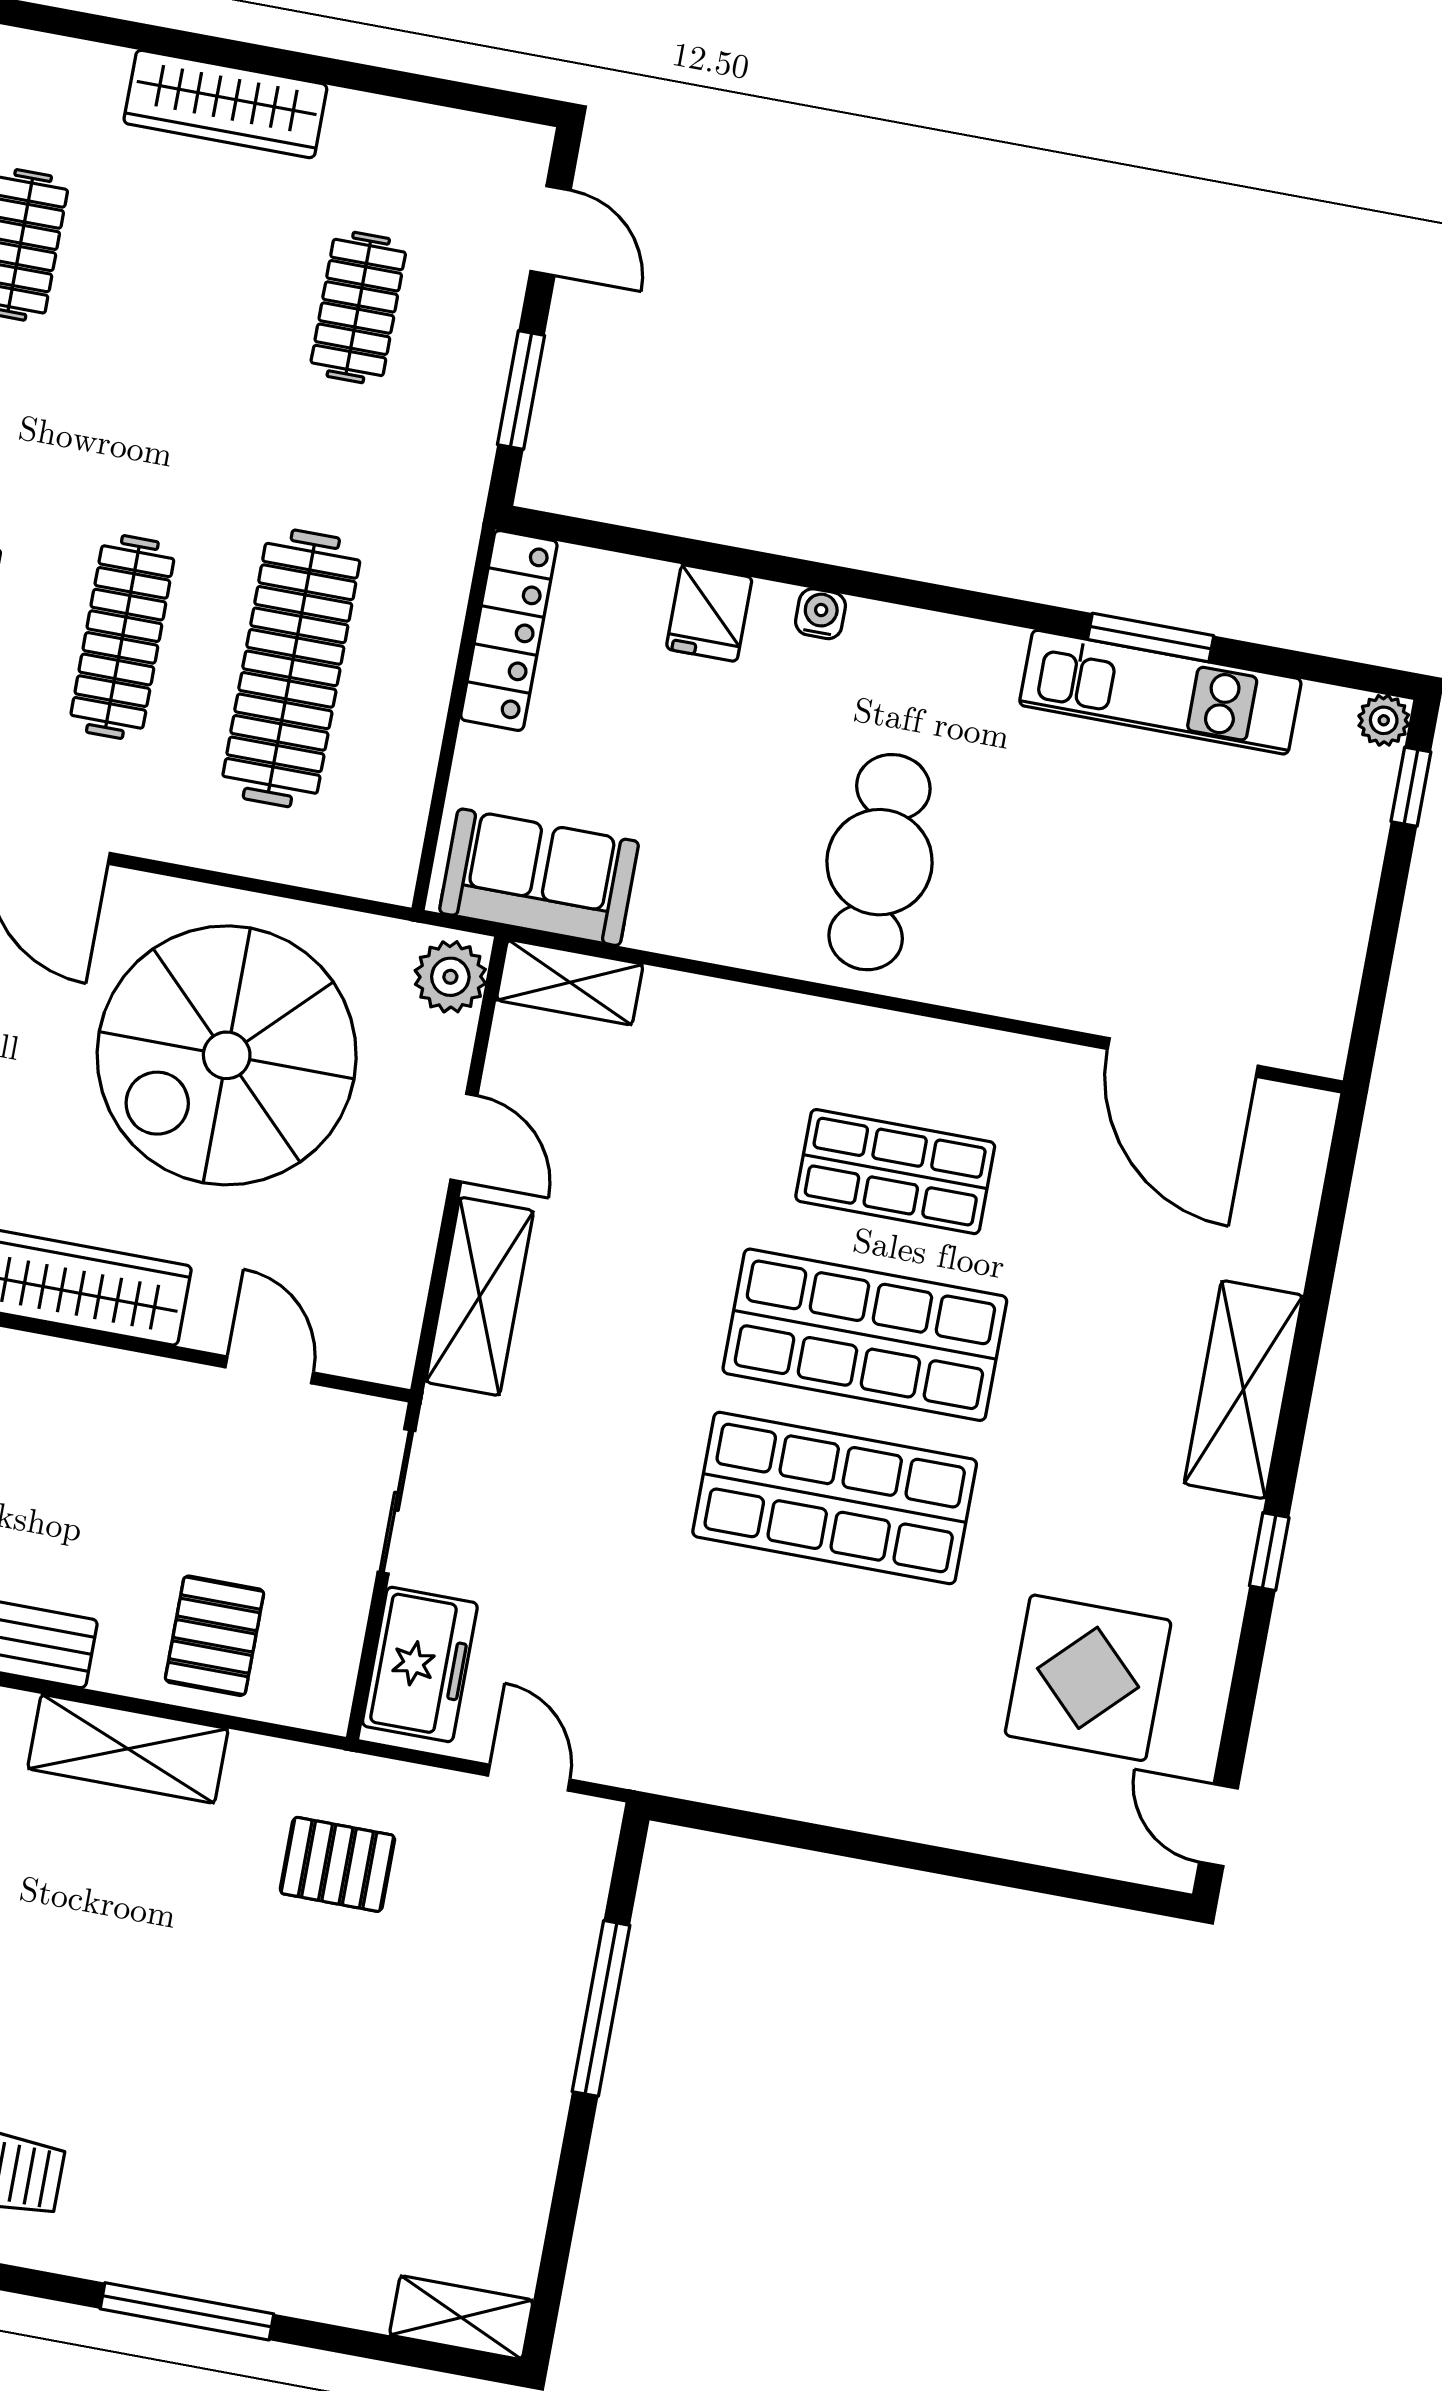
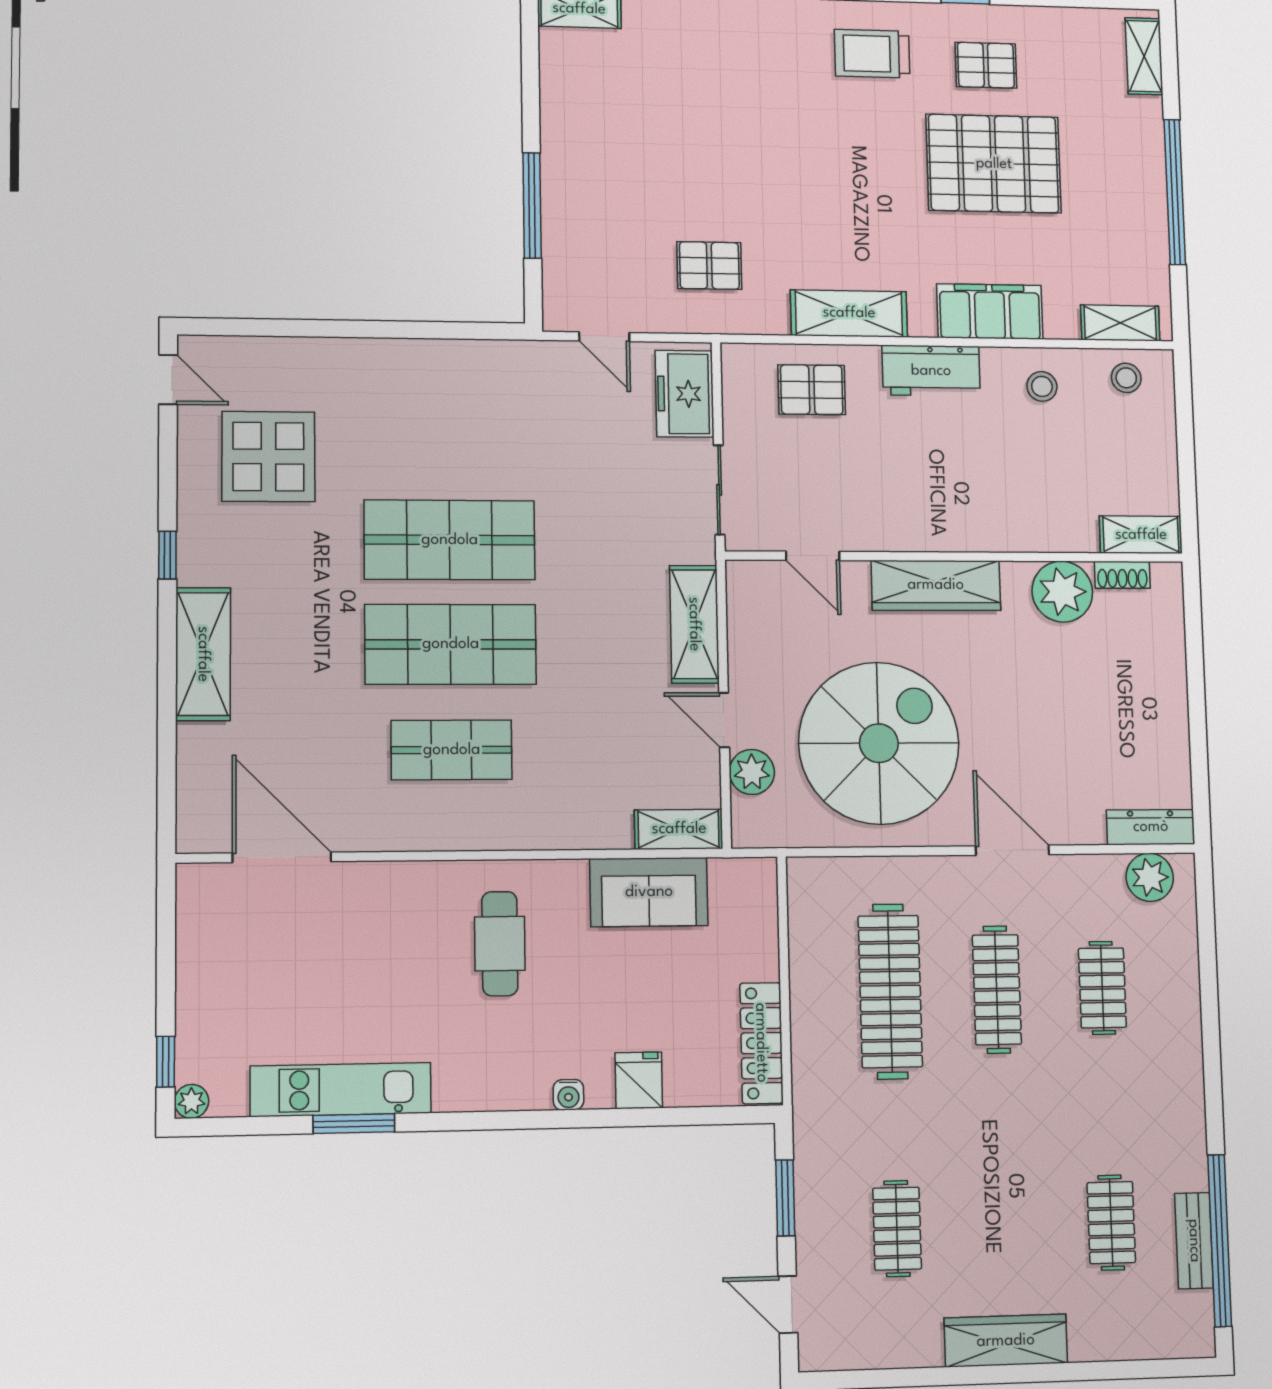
cafe table: (880, 862) -> (500, 944), width x0.73, depth x0.74
sofa: (539, 877) -> (649, 892), moved
plant: (450, 977) -> (752, 772), moved
pallet: (215, 1636) -> (812, 390), turned 90

